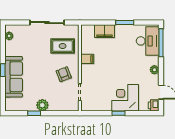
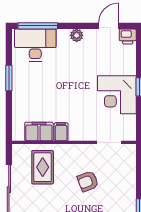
filing cabinet: (104, 31) -> (39, 132), moved, turned -90
armchair: (64, 74) -> (88, 181), moved
corner desk: (125, 98) -> (117, 95), moved
plant: (42, 105) -> (127, 196), removed

